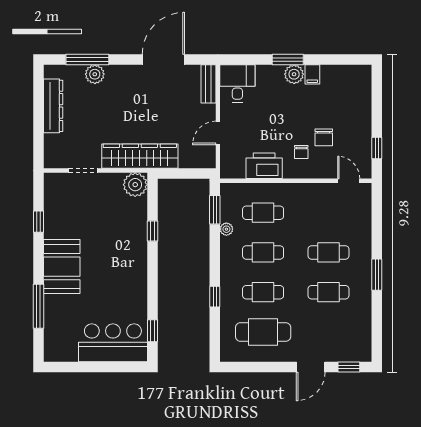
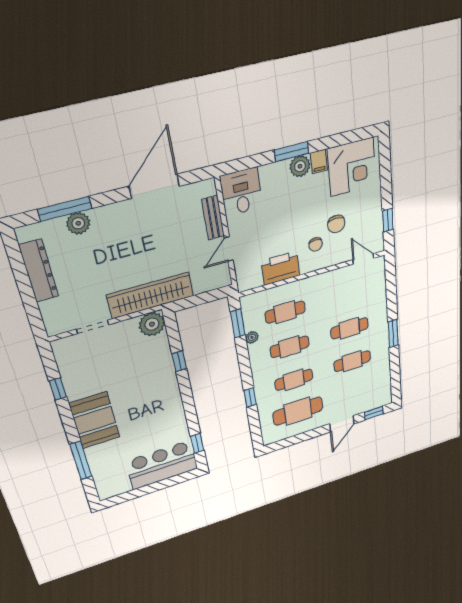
bench: (208, 84) -> (213, 218), moved
corner desk: (344, 87) -> (352, 167), added

